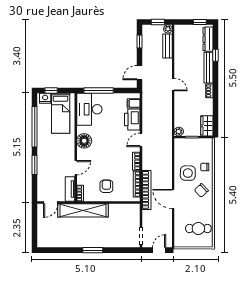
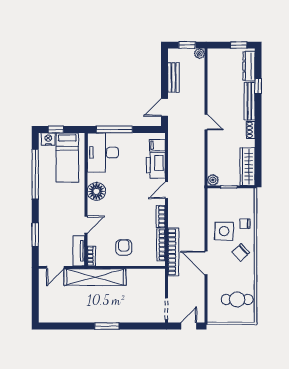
window: (139, 41) -> (164, 69), removed
bench: (167, 46) -> (173, 78), moved
wardrobe: (207, 126) -> (248, 167), width x1.50
window: (35, 165) -> (35, 235), moved

